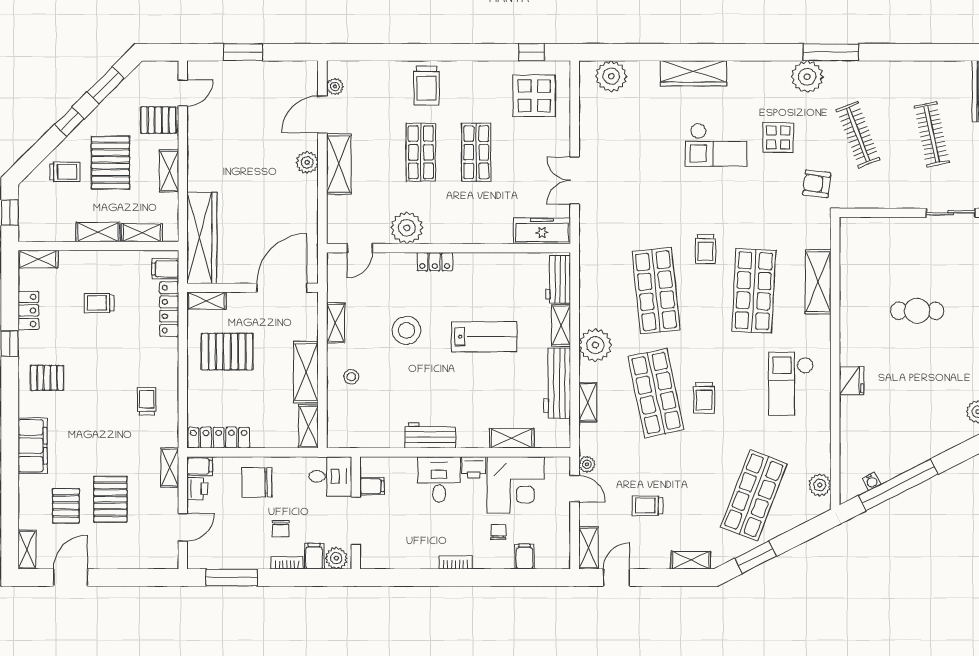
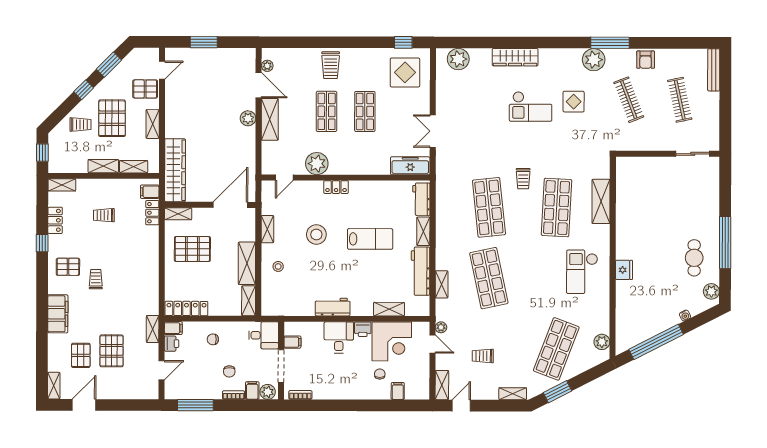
door: (322, 114) -> (259, 85), swing flipped
armchair: (817, 184) -> (646, 60), moved, turned -97
locker: (169, 309) -> (152, 213), width x0.66
cafe table: (917, 311) -> (694, 258), moved, turned 90
plant: (595, 345) -> (447, 245), removed
trolley: (704, 398) -> (522, 281), removed
trolley: (147, 401) -> (96, 279), moved
water cooler: (871, 481) -> (685, 315), moved
chair: (257, 482) -> (213, 339), width x0.54, depth x0.54
bookcase: (456, 563) -> (300, 395), moved

